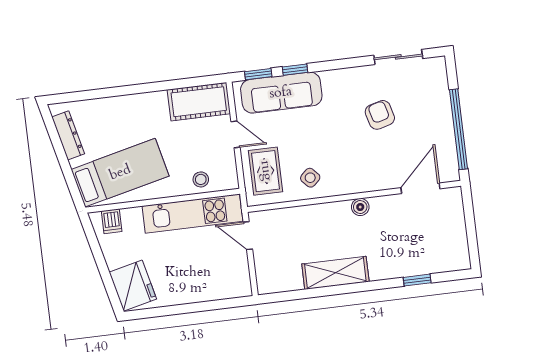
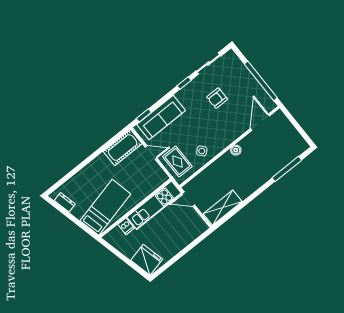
window: (295, 70) -> (184, 83), moved
armchair: (380, 115) -> (217, 98), turned -75
dresser: (68, 135) -> (65, 202), width x0.70
stool: (201, 179) -> (148, 186), removed
dishwasher: (112, 221) -> (126, 226), moved
shelving: (335, 273) -> (223, 208), moved
window: (417, 280) -> (287, 169), width x2.17

